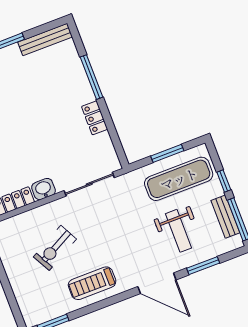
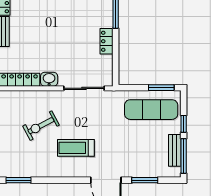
window: (167, 153) -> (161, 88), moved
weight bench: (178, 231) -> (136, 148), removed
treadmill: (92, 283) -> (76, 148), moved

